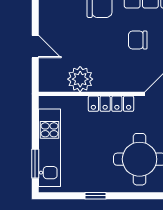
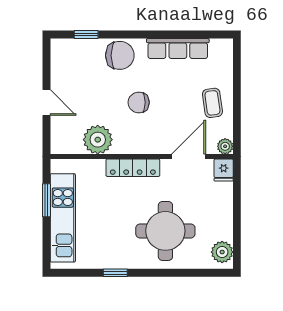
chair: (138, 40) -> (139, 102), moved
window: (35, 164) -> (46, 200), moved

